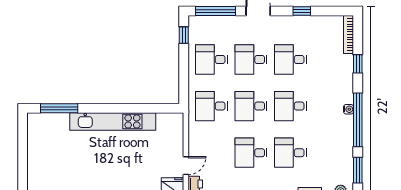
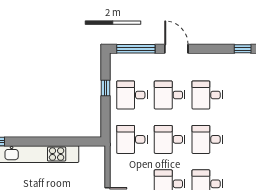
window: (302, 11) -> (243, 49), moved
window: (184, 35) -> (105, 88), moved

